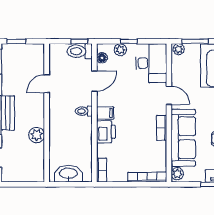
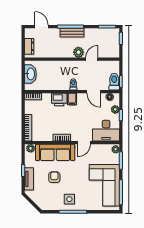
door: (47, 84) -> (92, 59), hinge flipped
plant: (37, 135) -> (78, 52), moved
dresser: (28, 176) -> (29, 46), added

